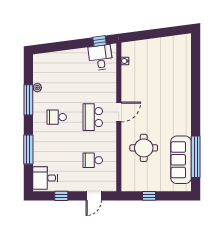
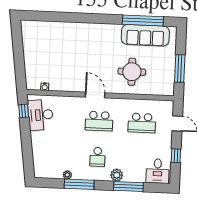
desk: (100, 58) -> (41, 115), width x1.37
plant: (39, 137) -> (117, 175), added
school desk: (93, 160) -> (142, 123), width x1.85
window: (149, 196) -> (180, 68), width x2.17

